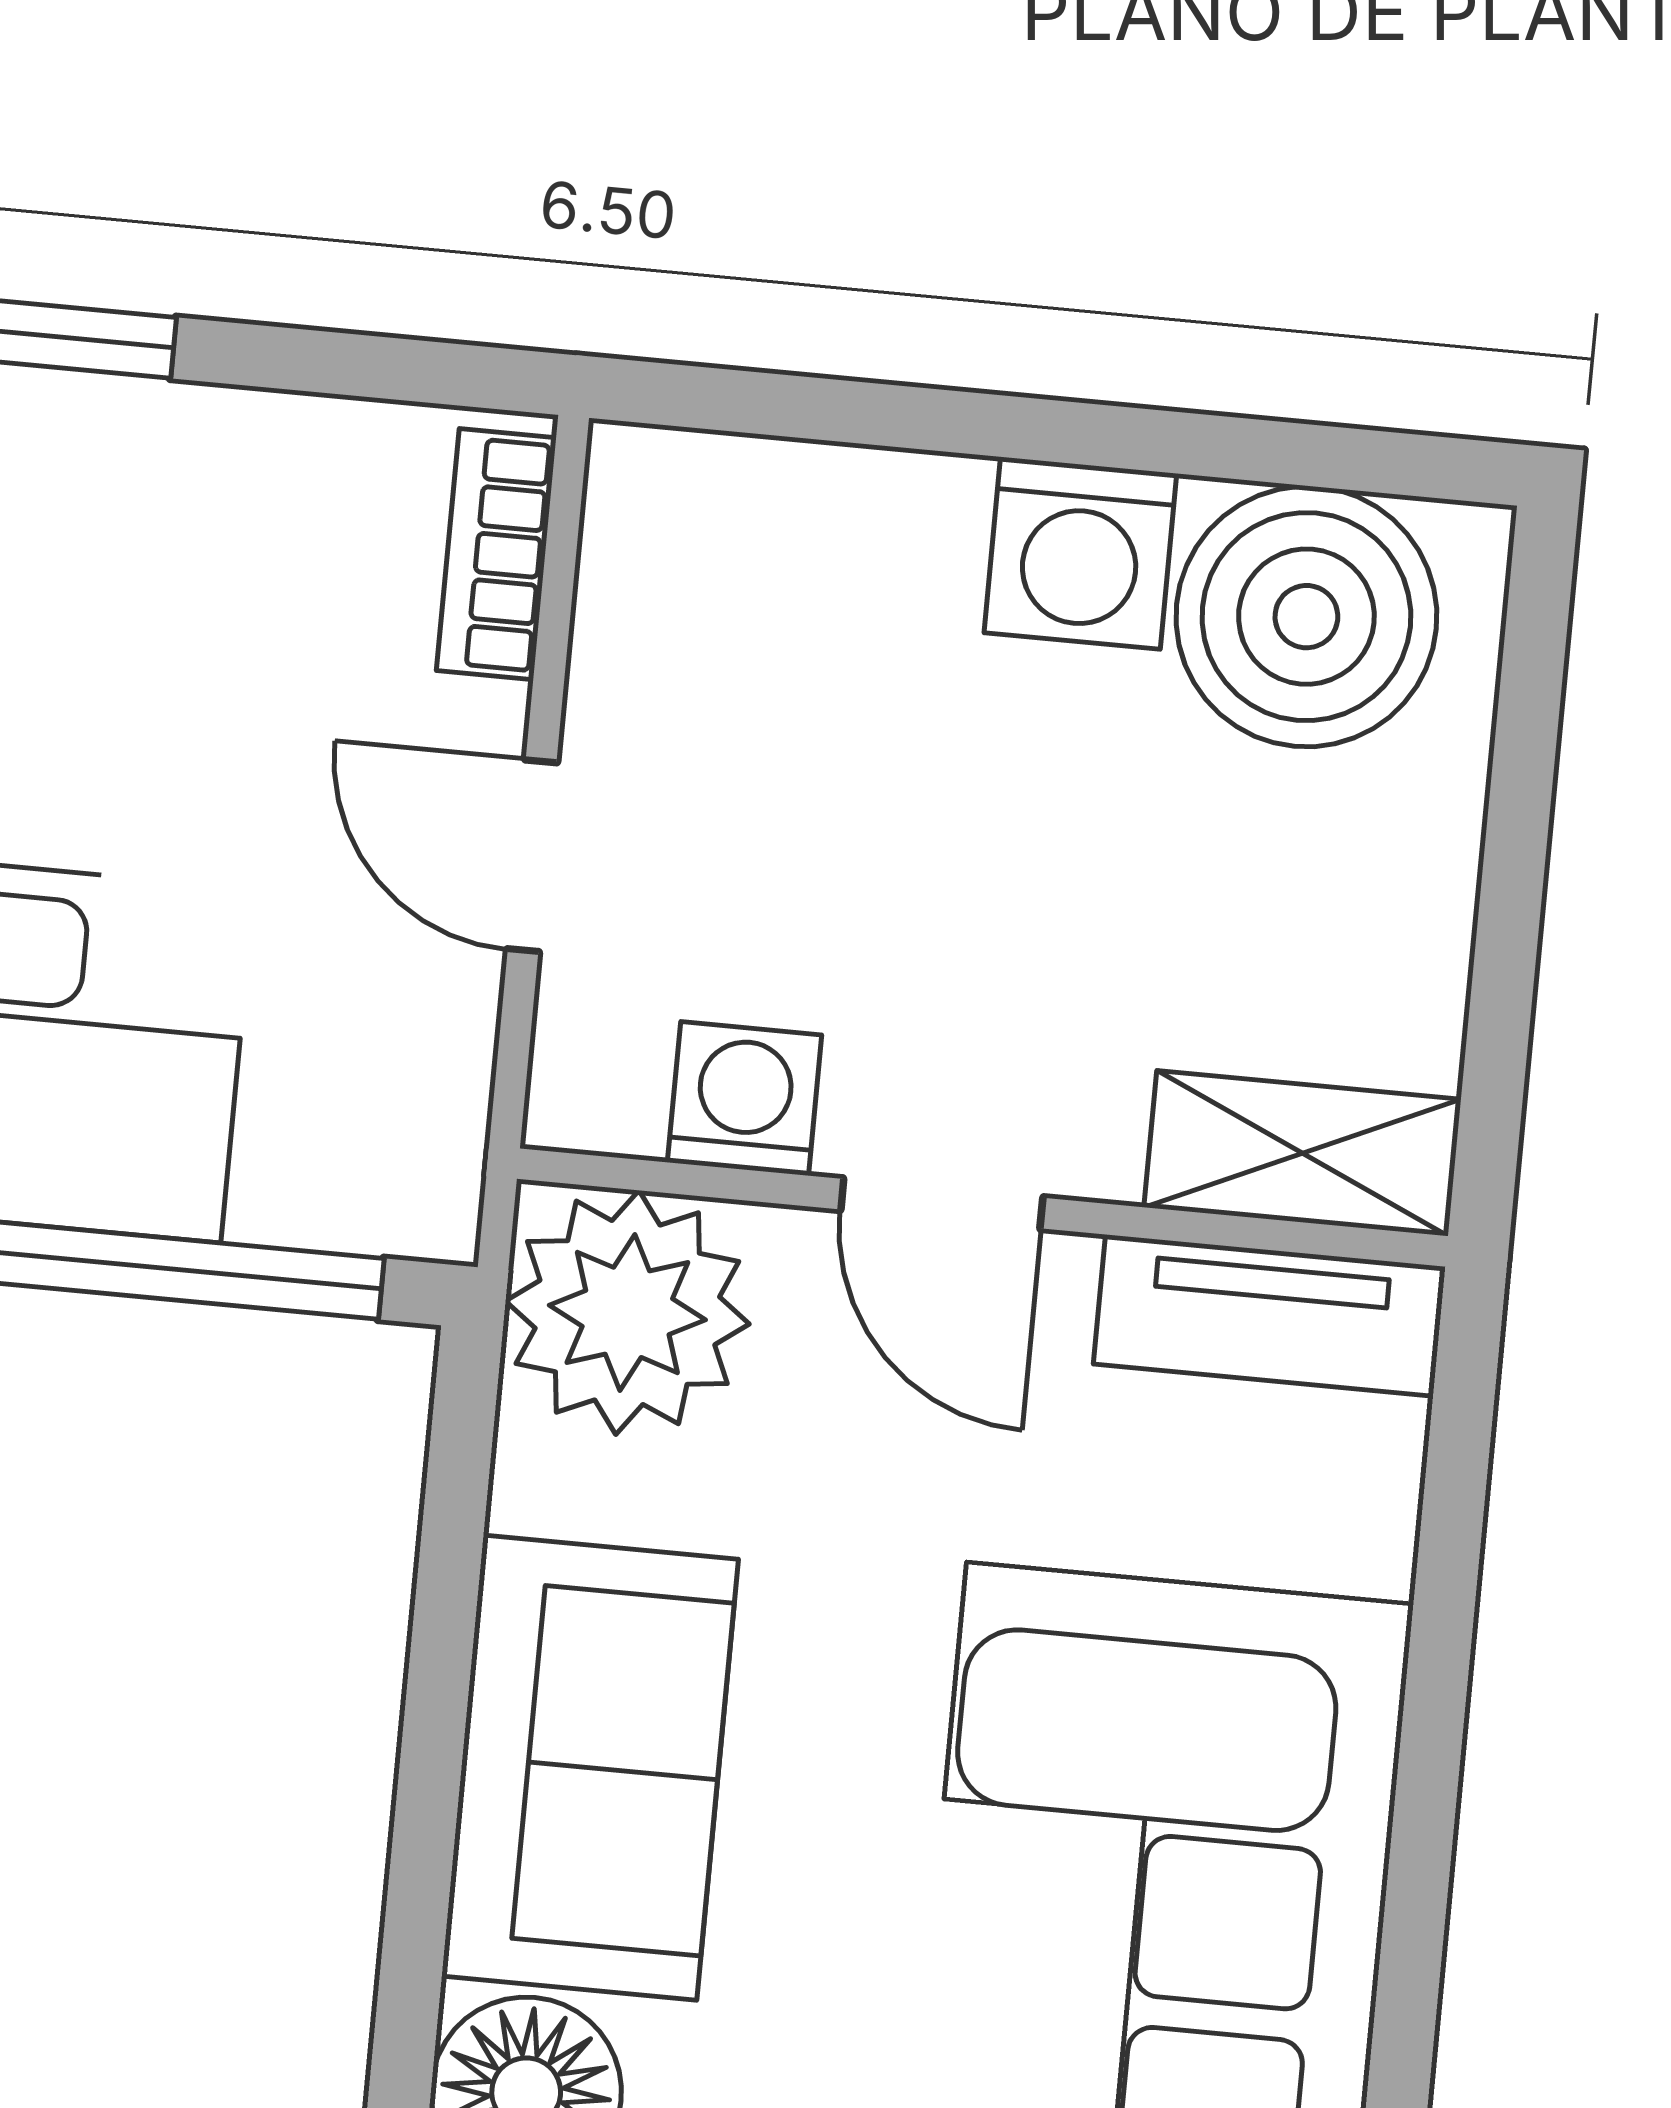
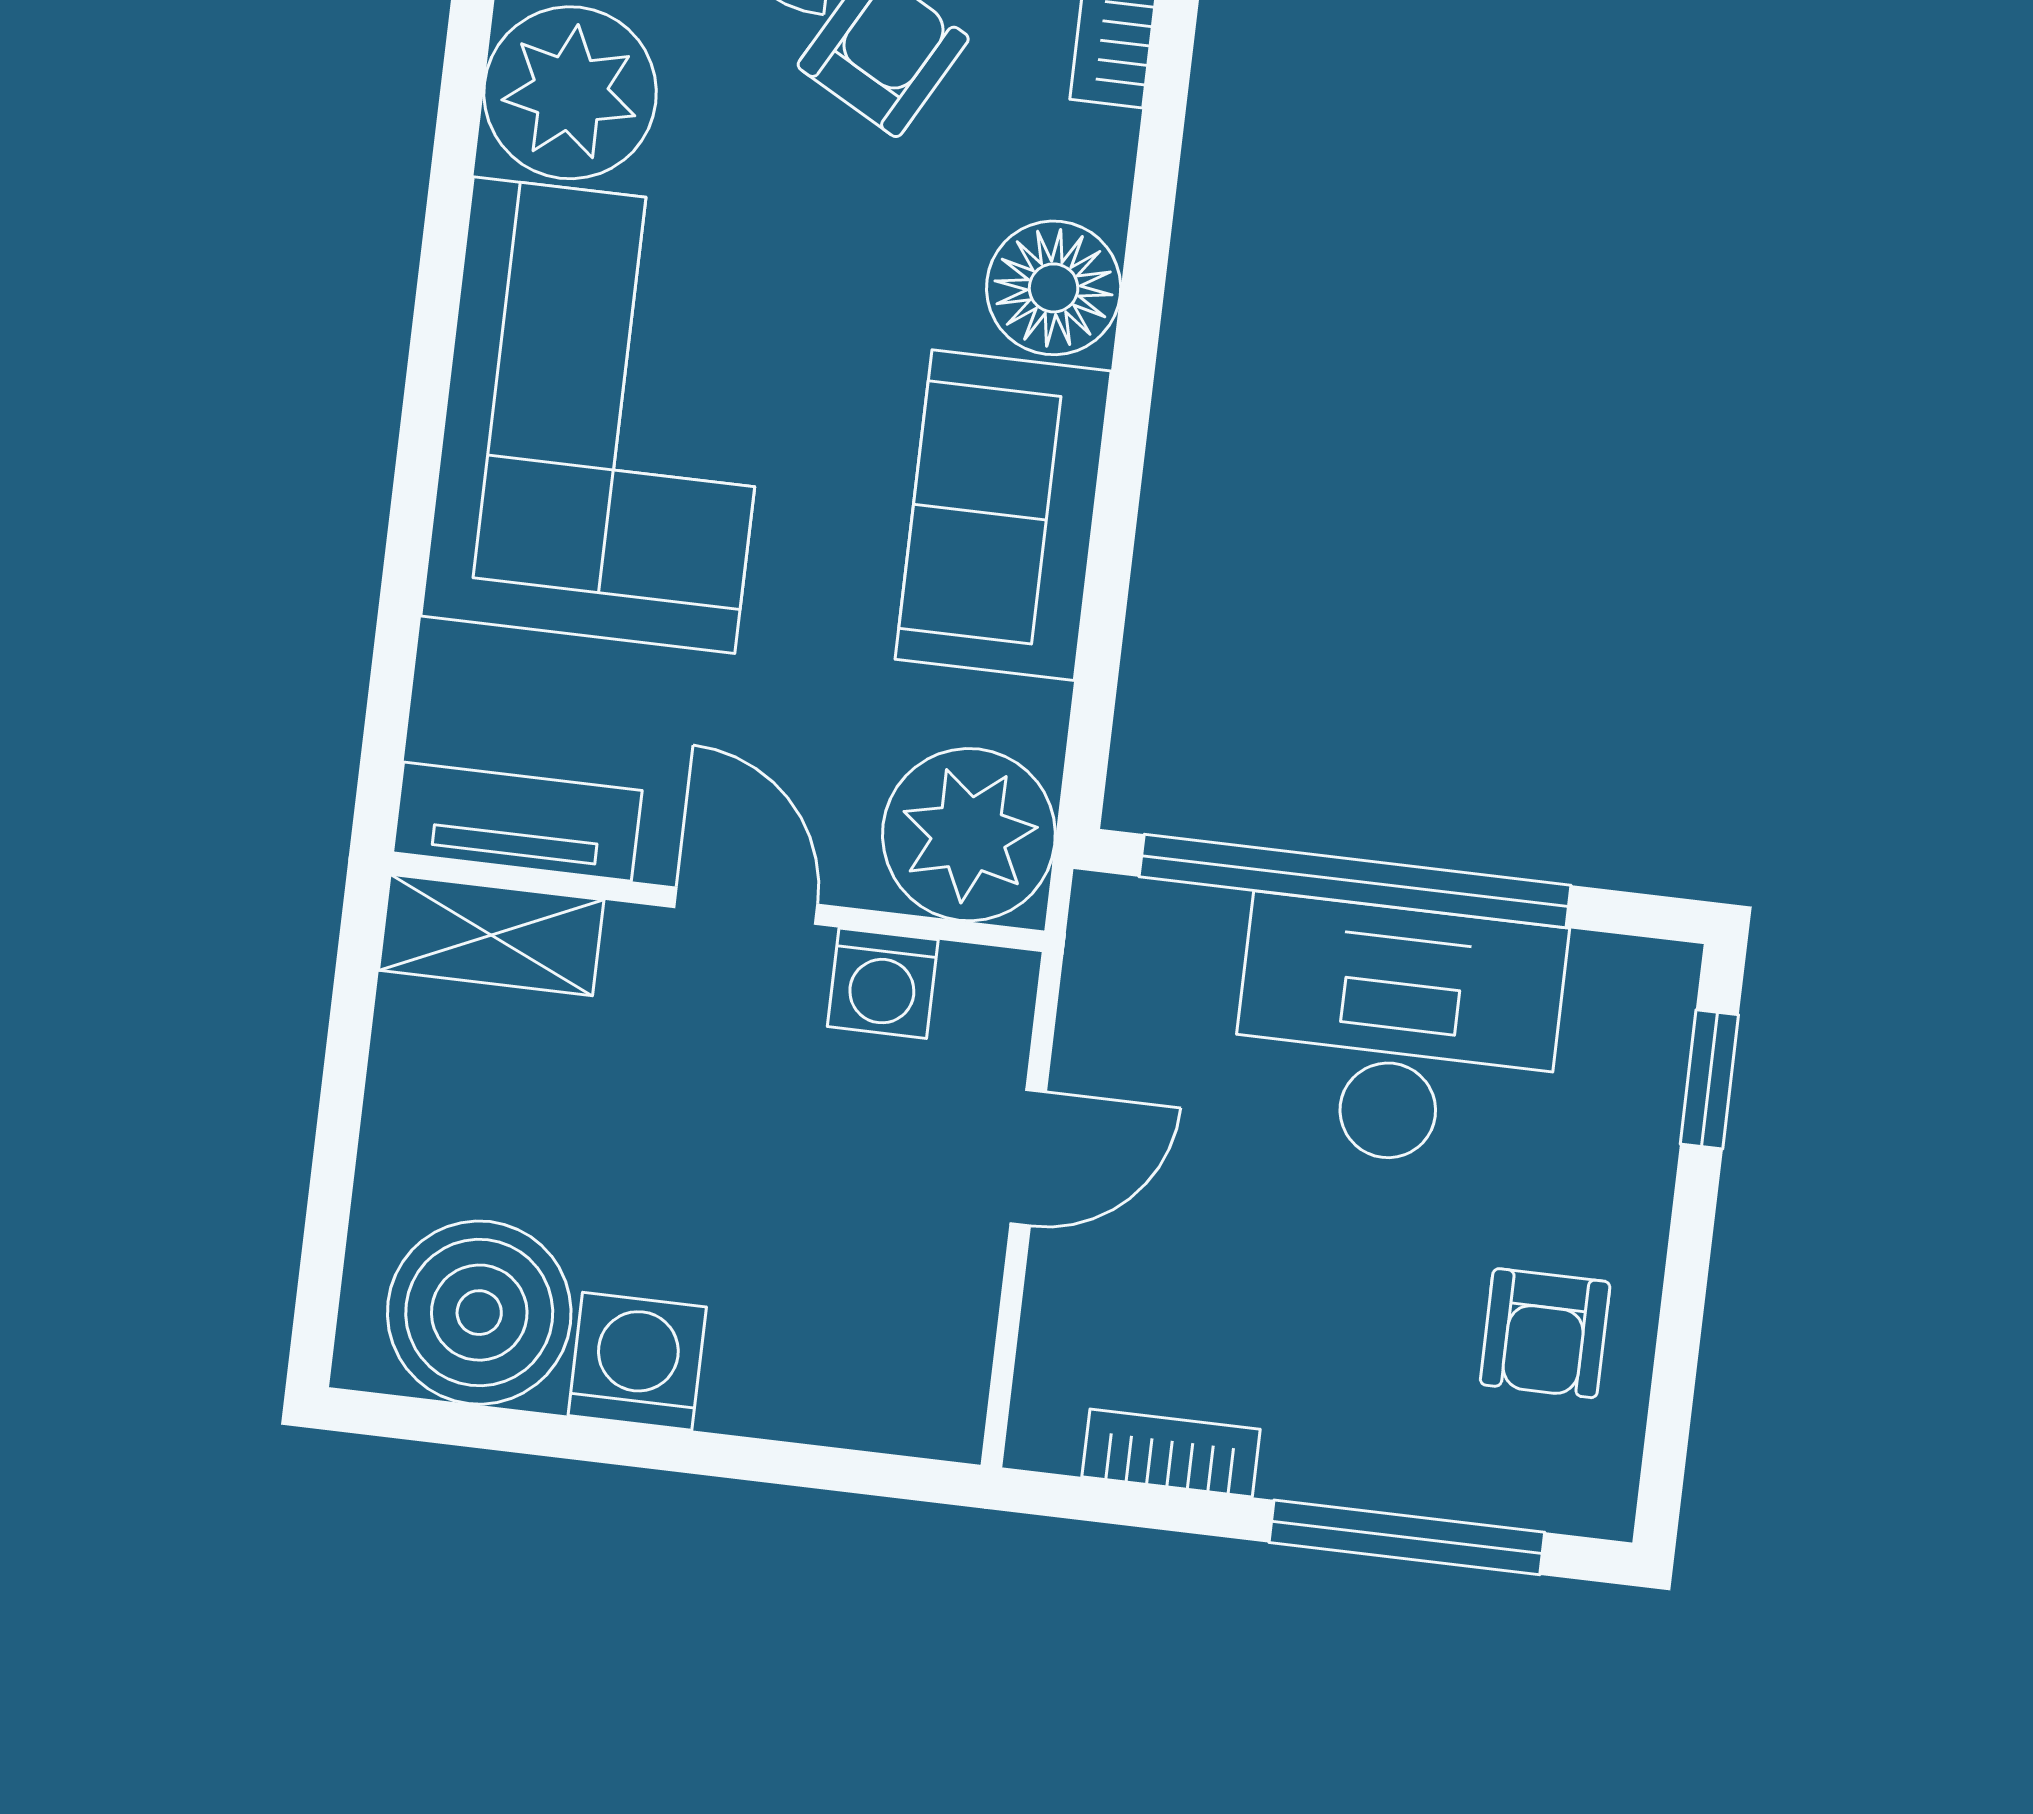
bookcase: (496, 554) -> (1171, 1453), moved, turned -90
door: (532, 856) -> (1028, 1158), hinge flipped

